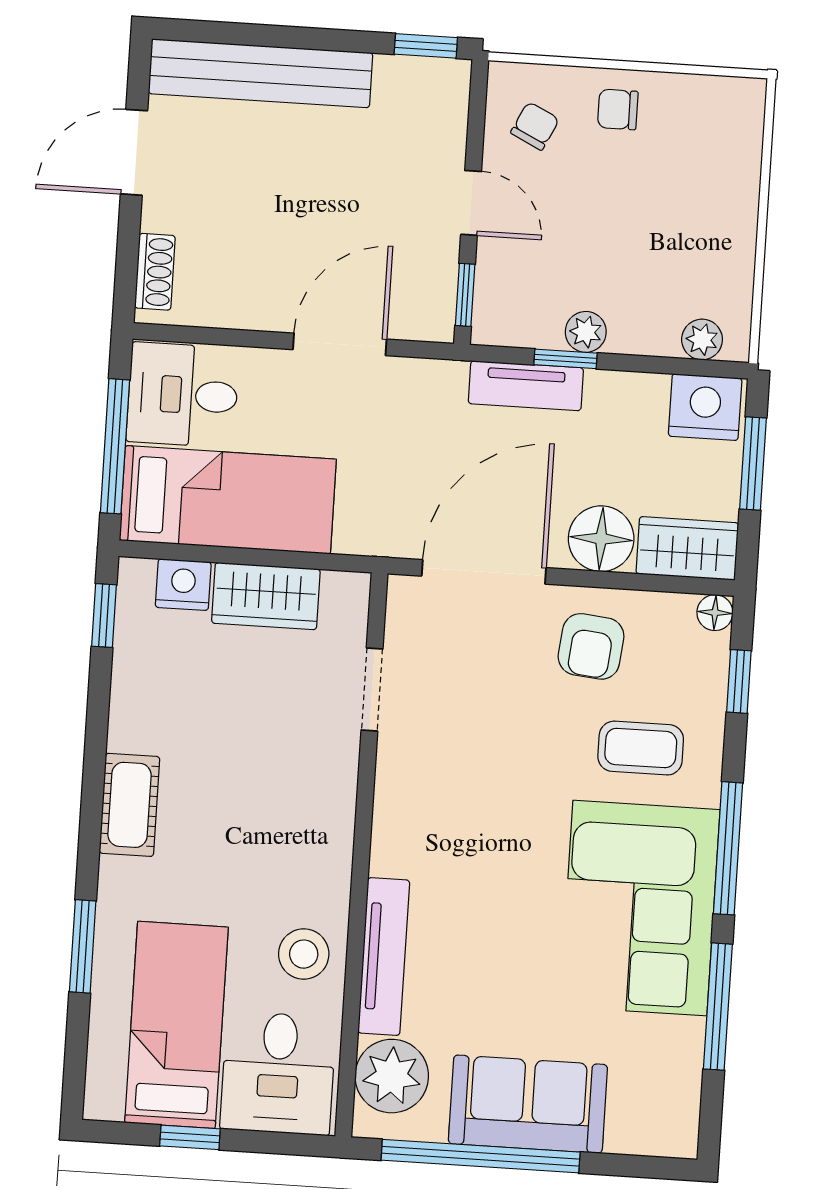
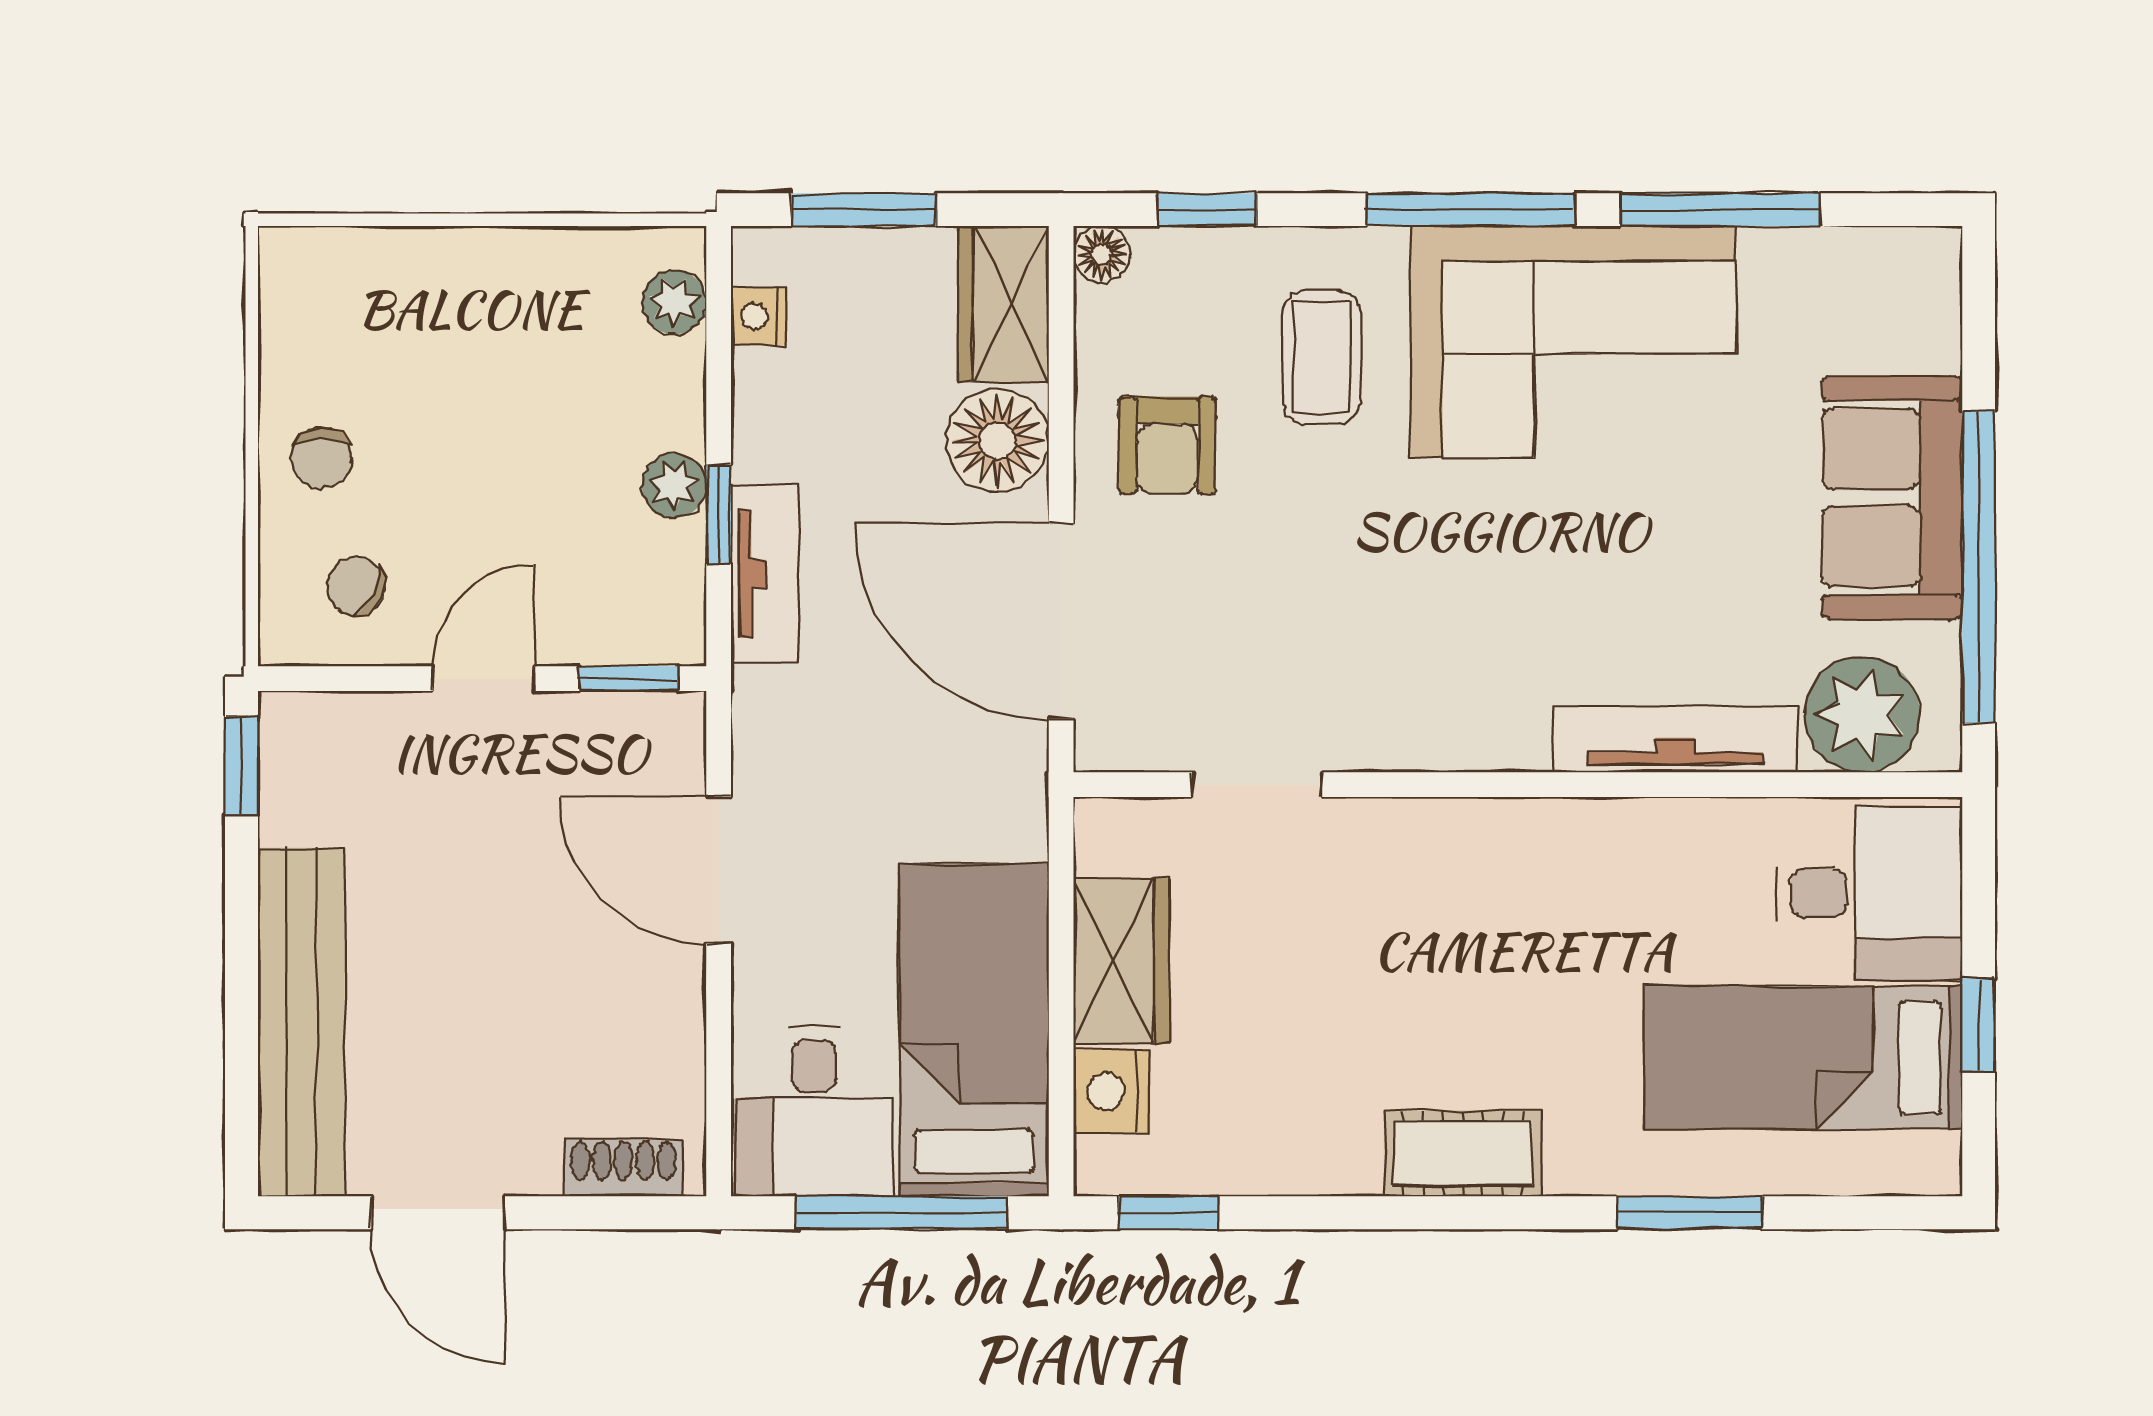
nightstand: (705, 407) -> (758, 316), width x0.53, depth x0.56
armchair: (591, 646) -> (1167, 445), turned 84
stool: (304, 954) -> (1679, 865), removed

